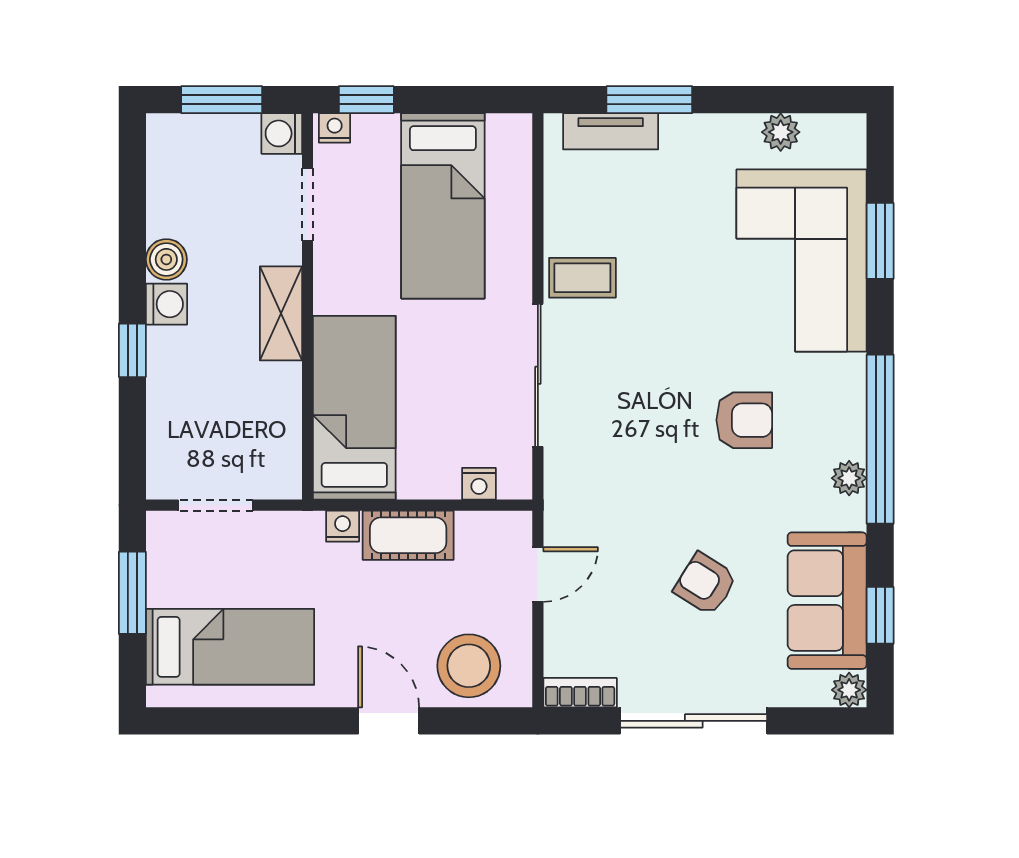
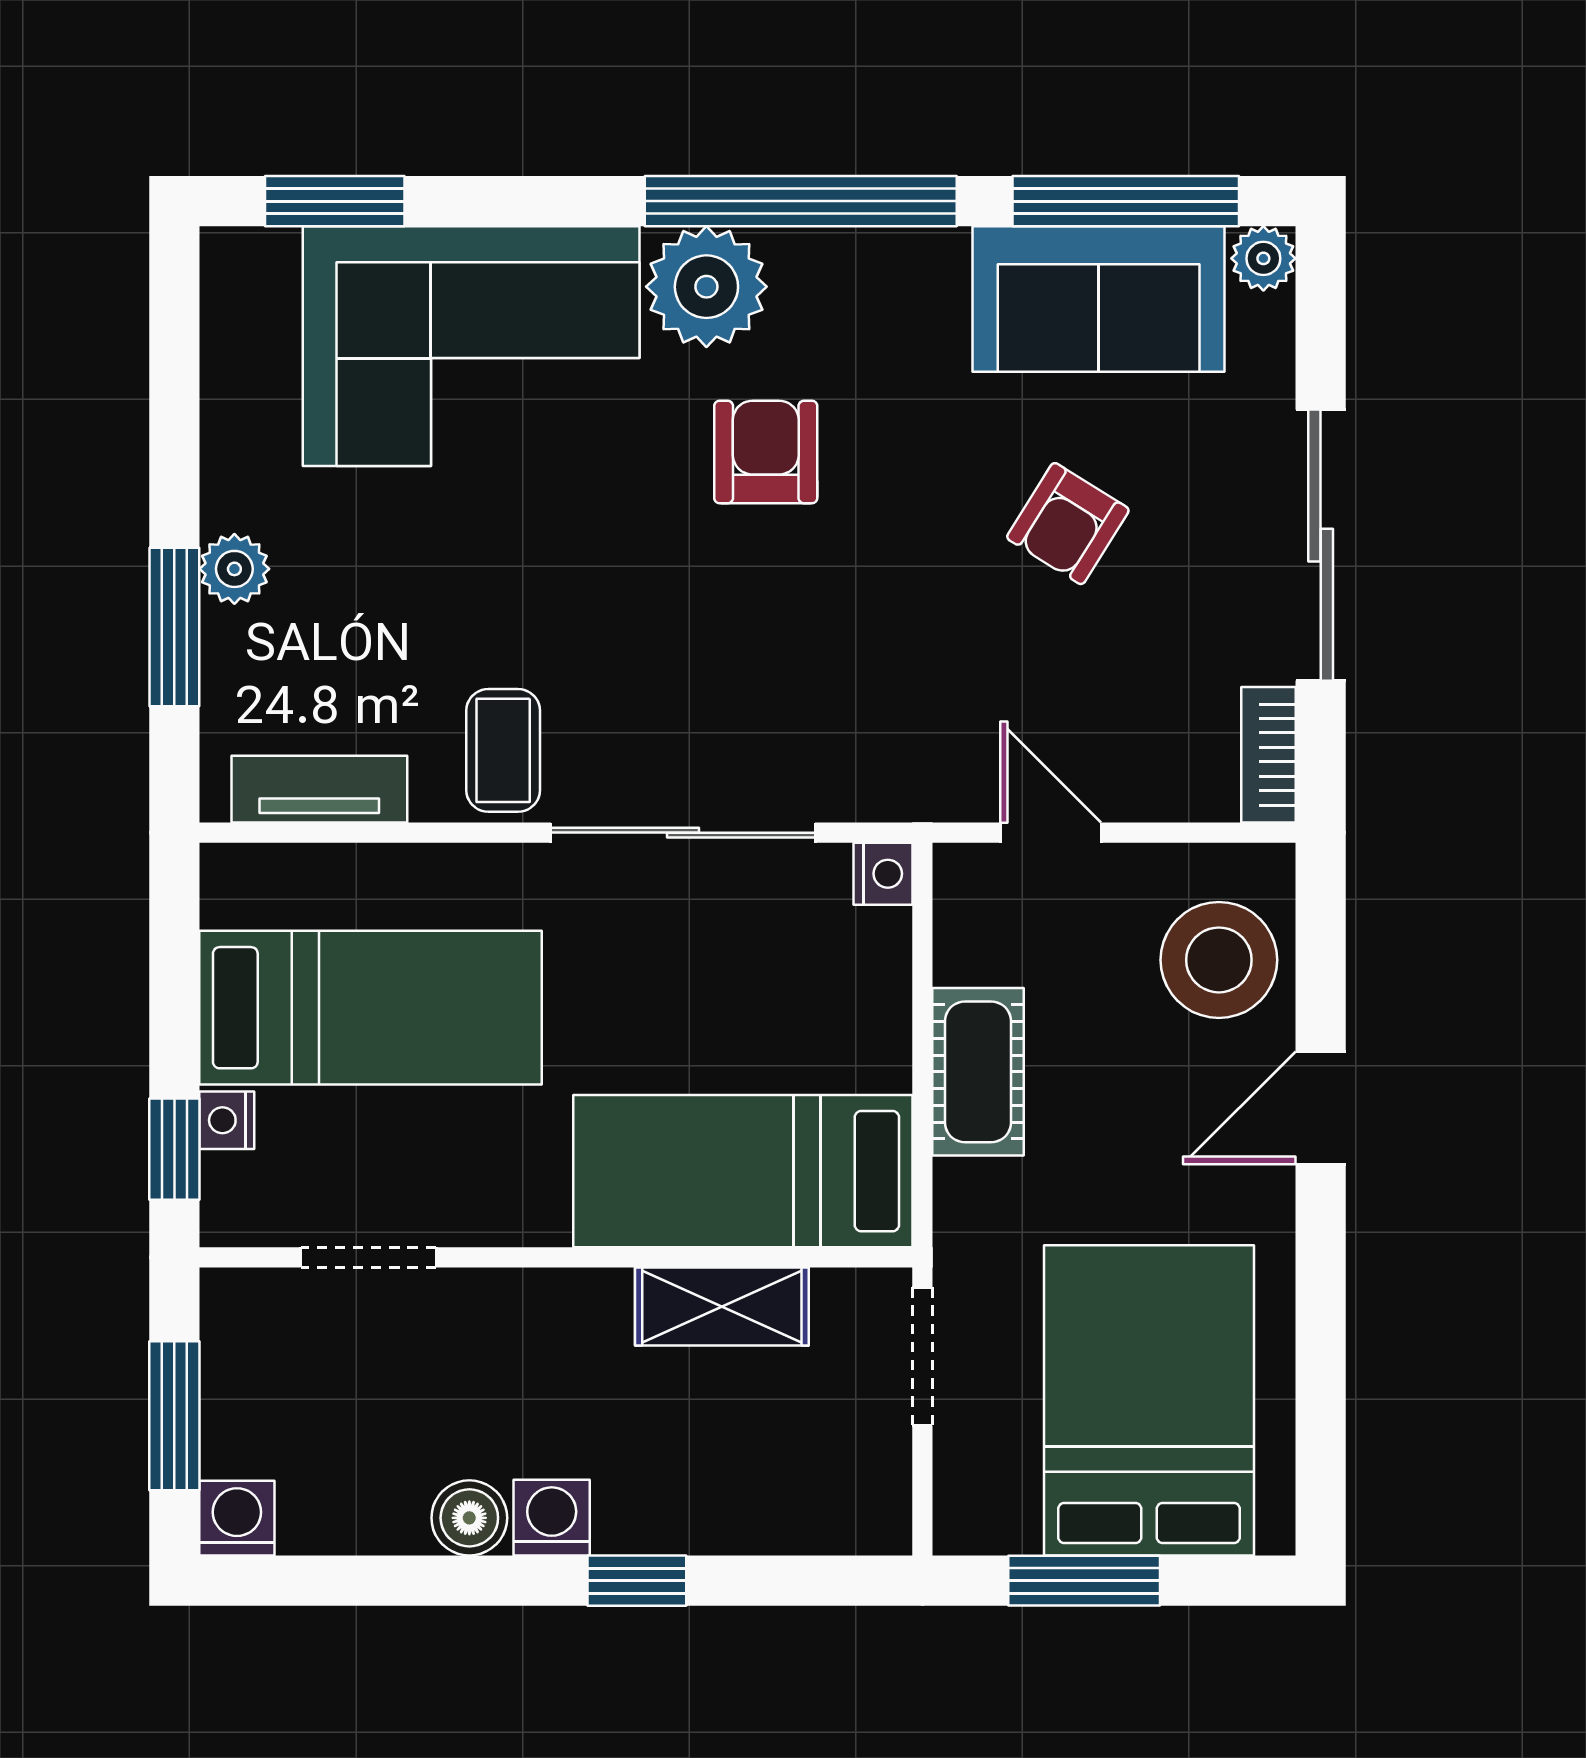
nightstand: (335, 128) -> (227, 1120), moved
tv unit: (611, 131) -> (319, 789), moved, turned -90
plant: (781, 132) -> (234, 569), moved
washing machine: (282, 133) -> (237, 1518), moved, turned 180
window: (880, 241) -> (335, 201), moved
shelving: (281, 313) -> (722, 1306), moved
plant: (849, 478) -> (706, 287), moved, width x1.88, depth x1.88
nightstand: (479, 484) -> (883, 874), moved
doorway: (216, 505) -> (922, 1356), moved
nightstand: (343, 526) -> (961, 1193), removed
window: (880, 615) -> (1126, 201), width x2.17
bed: (230, 647) -> (1149, 1400), width x1.50

